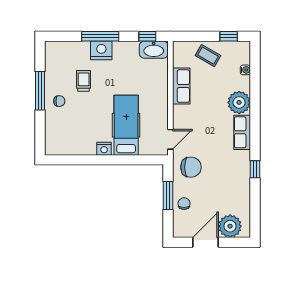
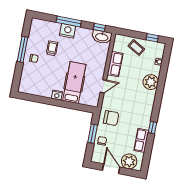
row of seats: (242, 132) -> (141, 140), moved
door: (170, 139) -> (103, 86), moved
door: (206, 242) -> (111, 169), hinge flipped

